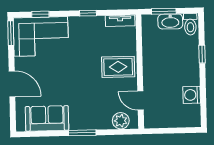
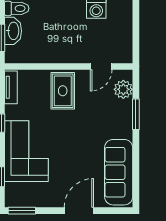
corner sofa: (41, 36) -> (26, 151), moved
sofa: (47, 118) -> (119, 172), width x1.36
window: (82, 133) -> (136, 114), moved

